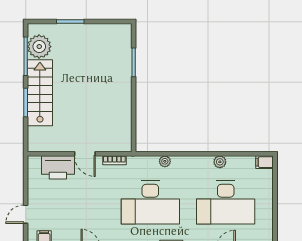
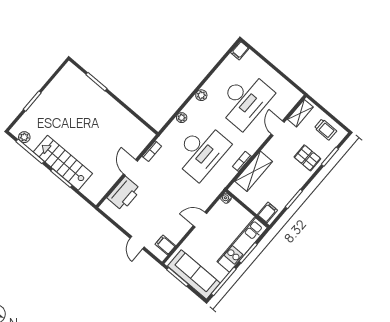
plant: (39, 47) -> (24, 137), width x0.53, depth x0.53
door: (85, 154) -> (130, 168), swing flipped
plant: (220, 162) -> (201, 95), moved

